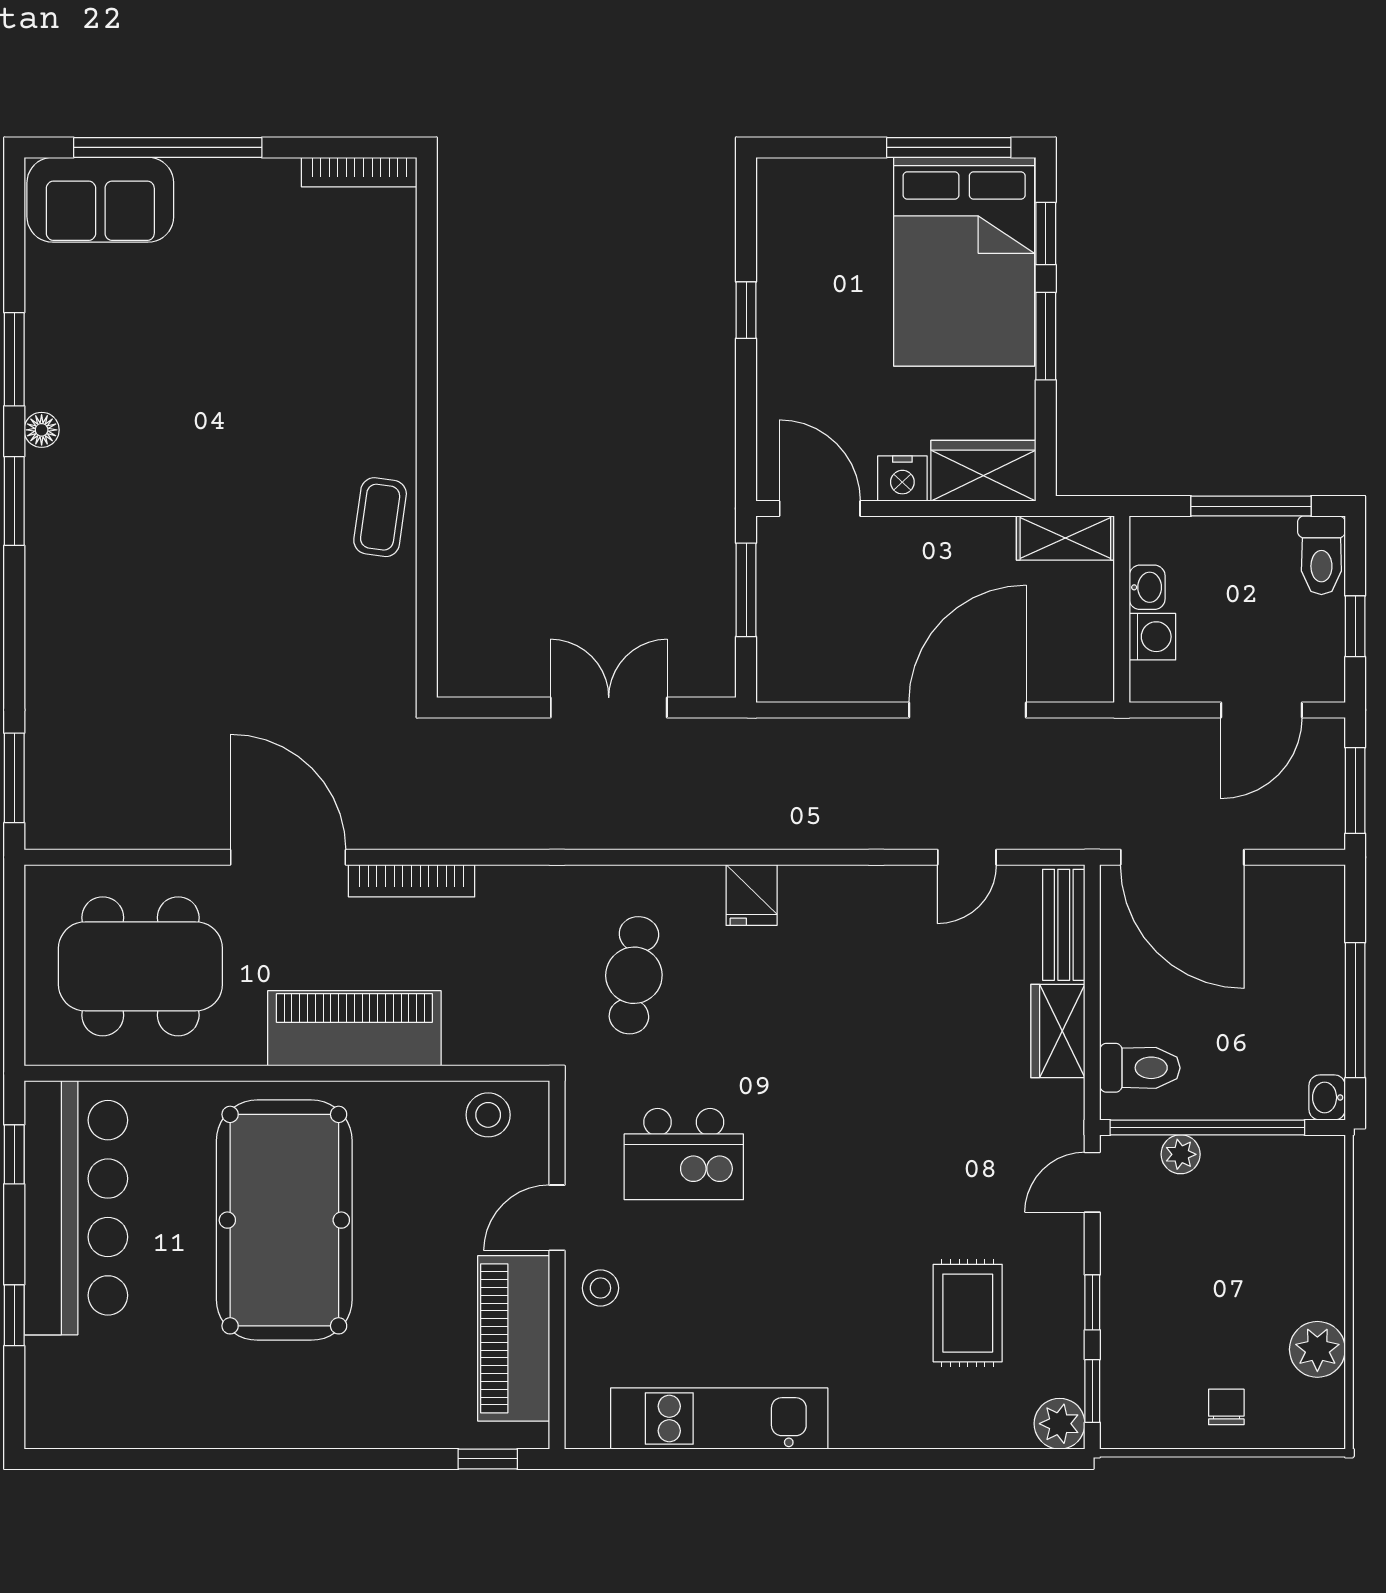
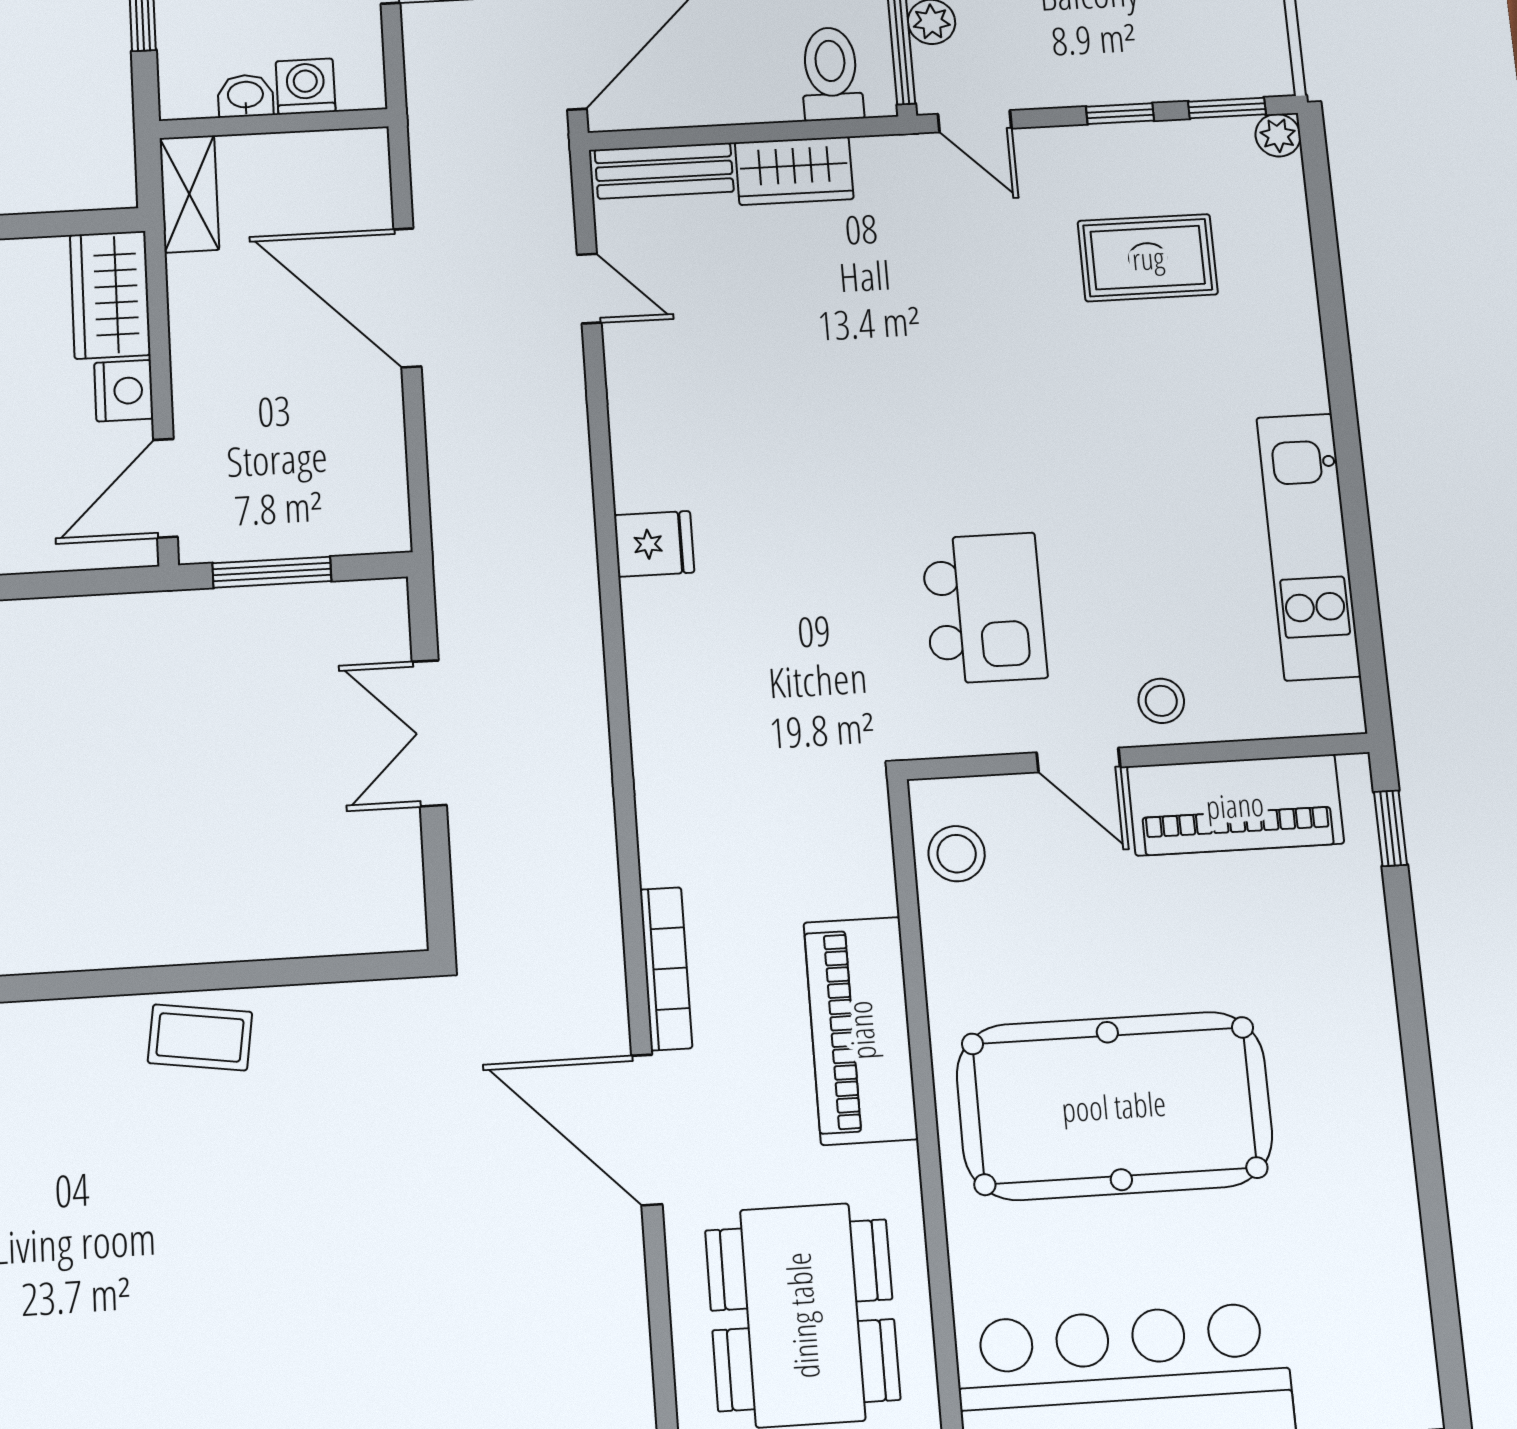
door: (288, 857) -> (647, 1130), hinge flipped
cafe table: (634, 975) -> (765, 682), removed
plant: (1060, 1424) -> (1278, 135), width x0.73, depth x0.73

